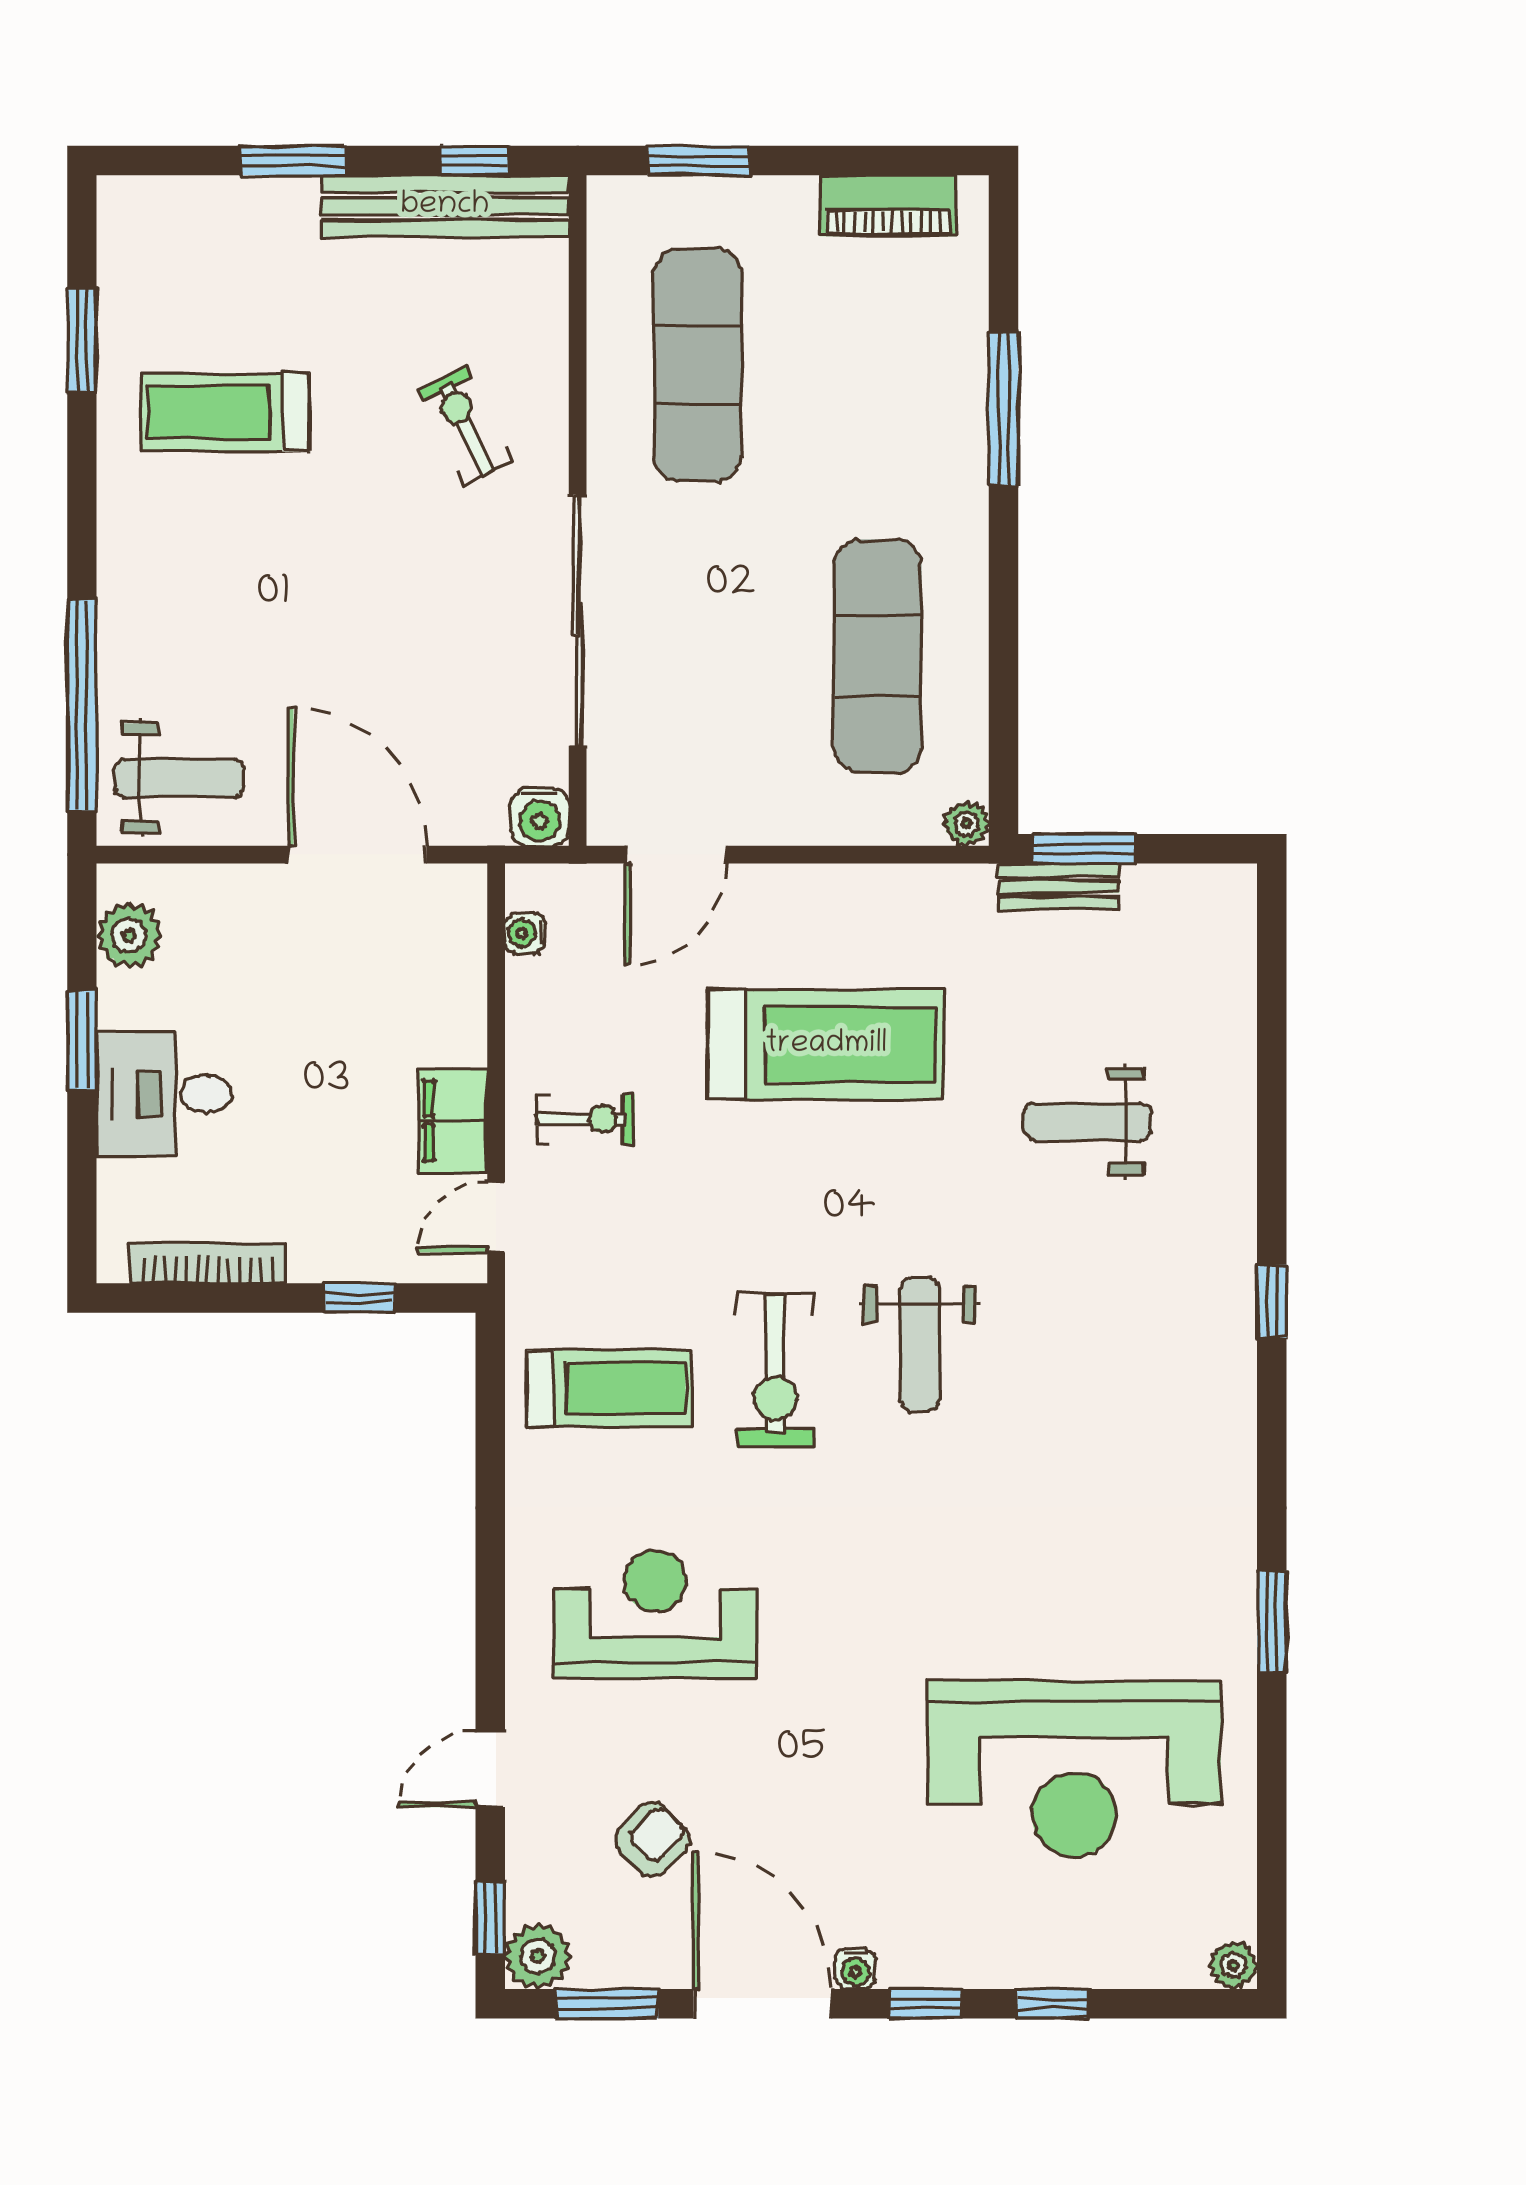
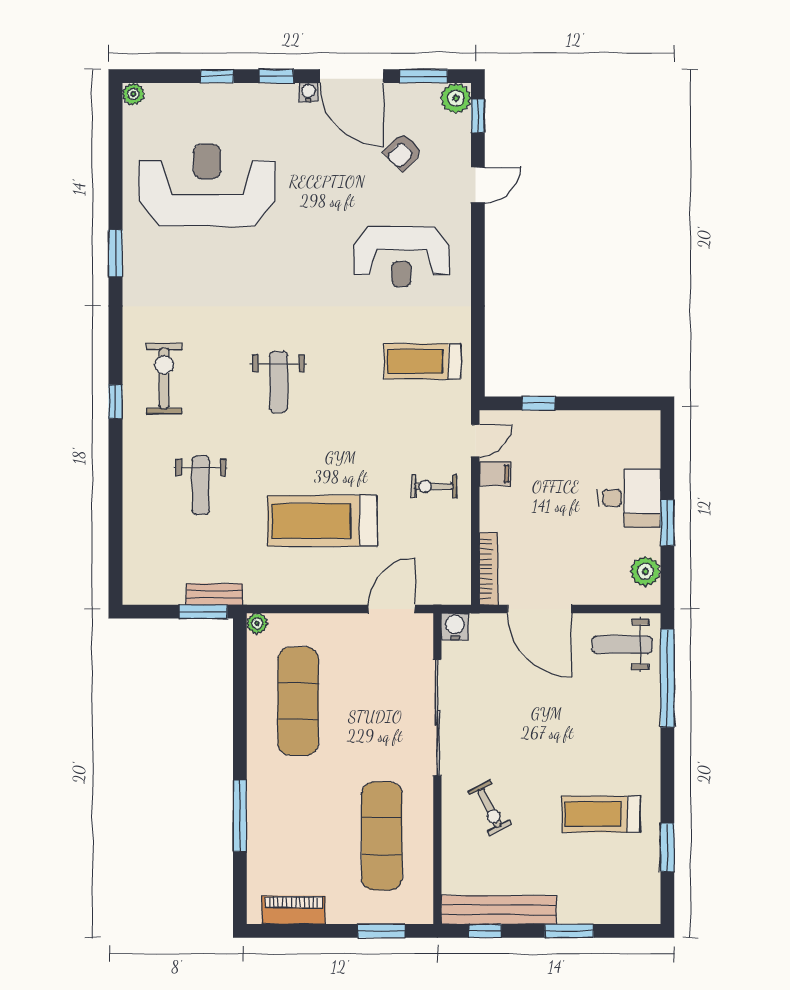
treadmill: (225, 412) -> (601, 814), turned 180
water cooler: (525, 933) -> (462, 572), removed
filing cabinet: (453, 1121) -> (495, 474), width x0.50
weight bench: (1088, 1121) -> (201, 485), turned 90
bookcase: (208, 1263) -> (489, 569), moved, turned -90
weight bench: (920, 1344) -> (279, 382), turned 180
exercise bike: (775, 1371) -> (164, 378), moved

